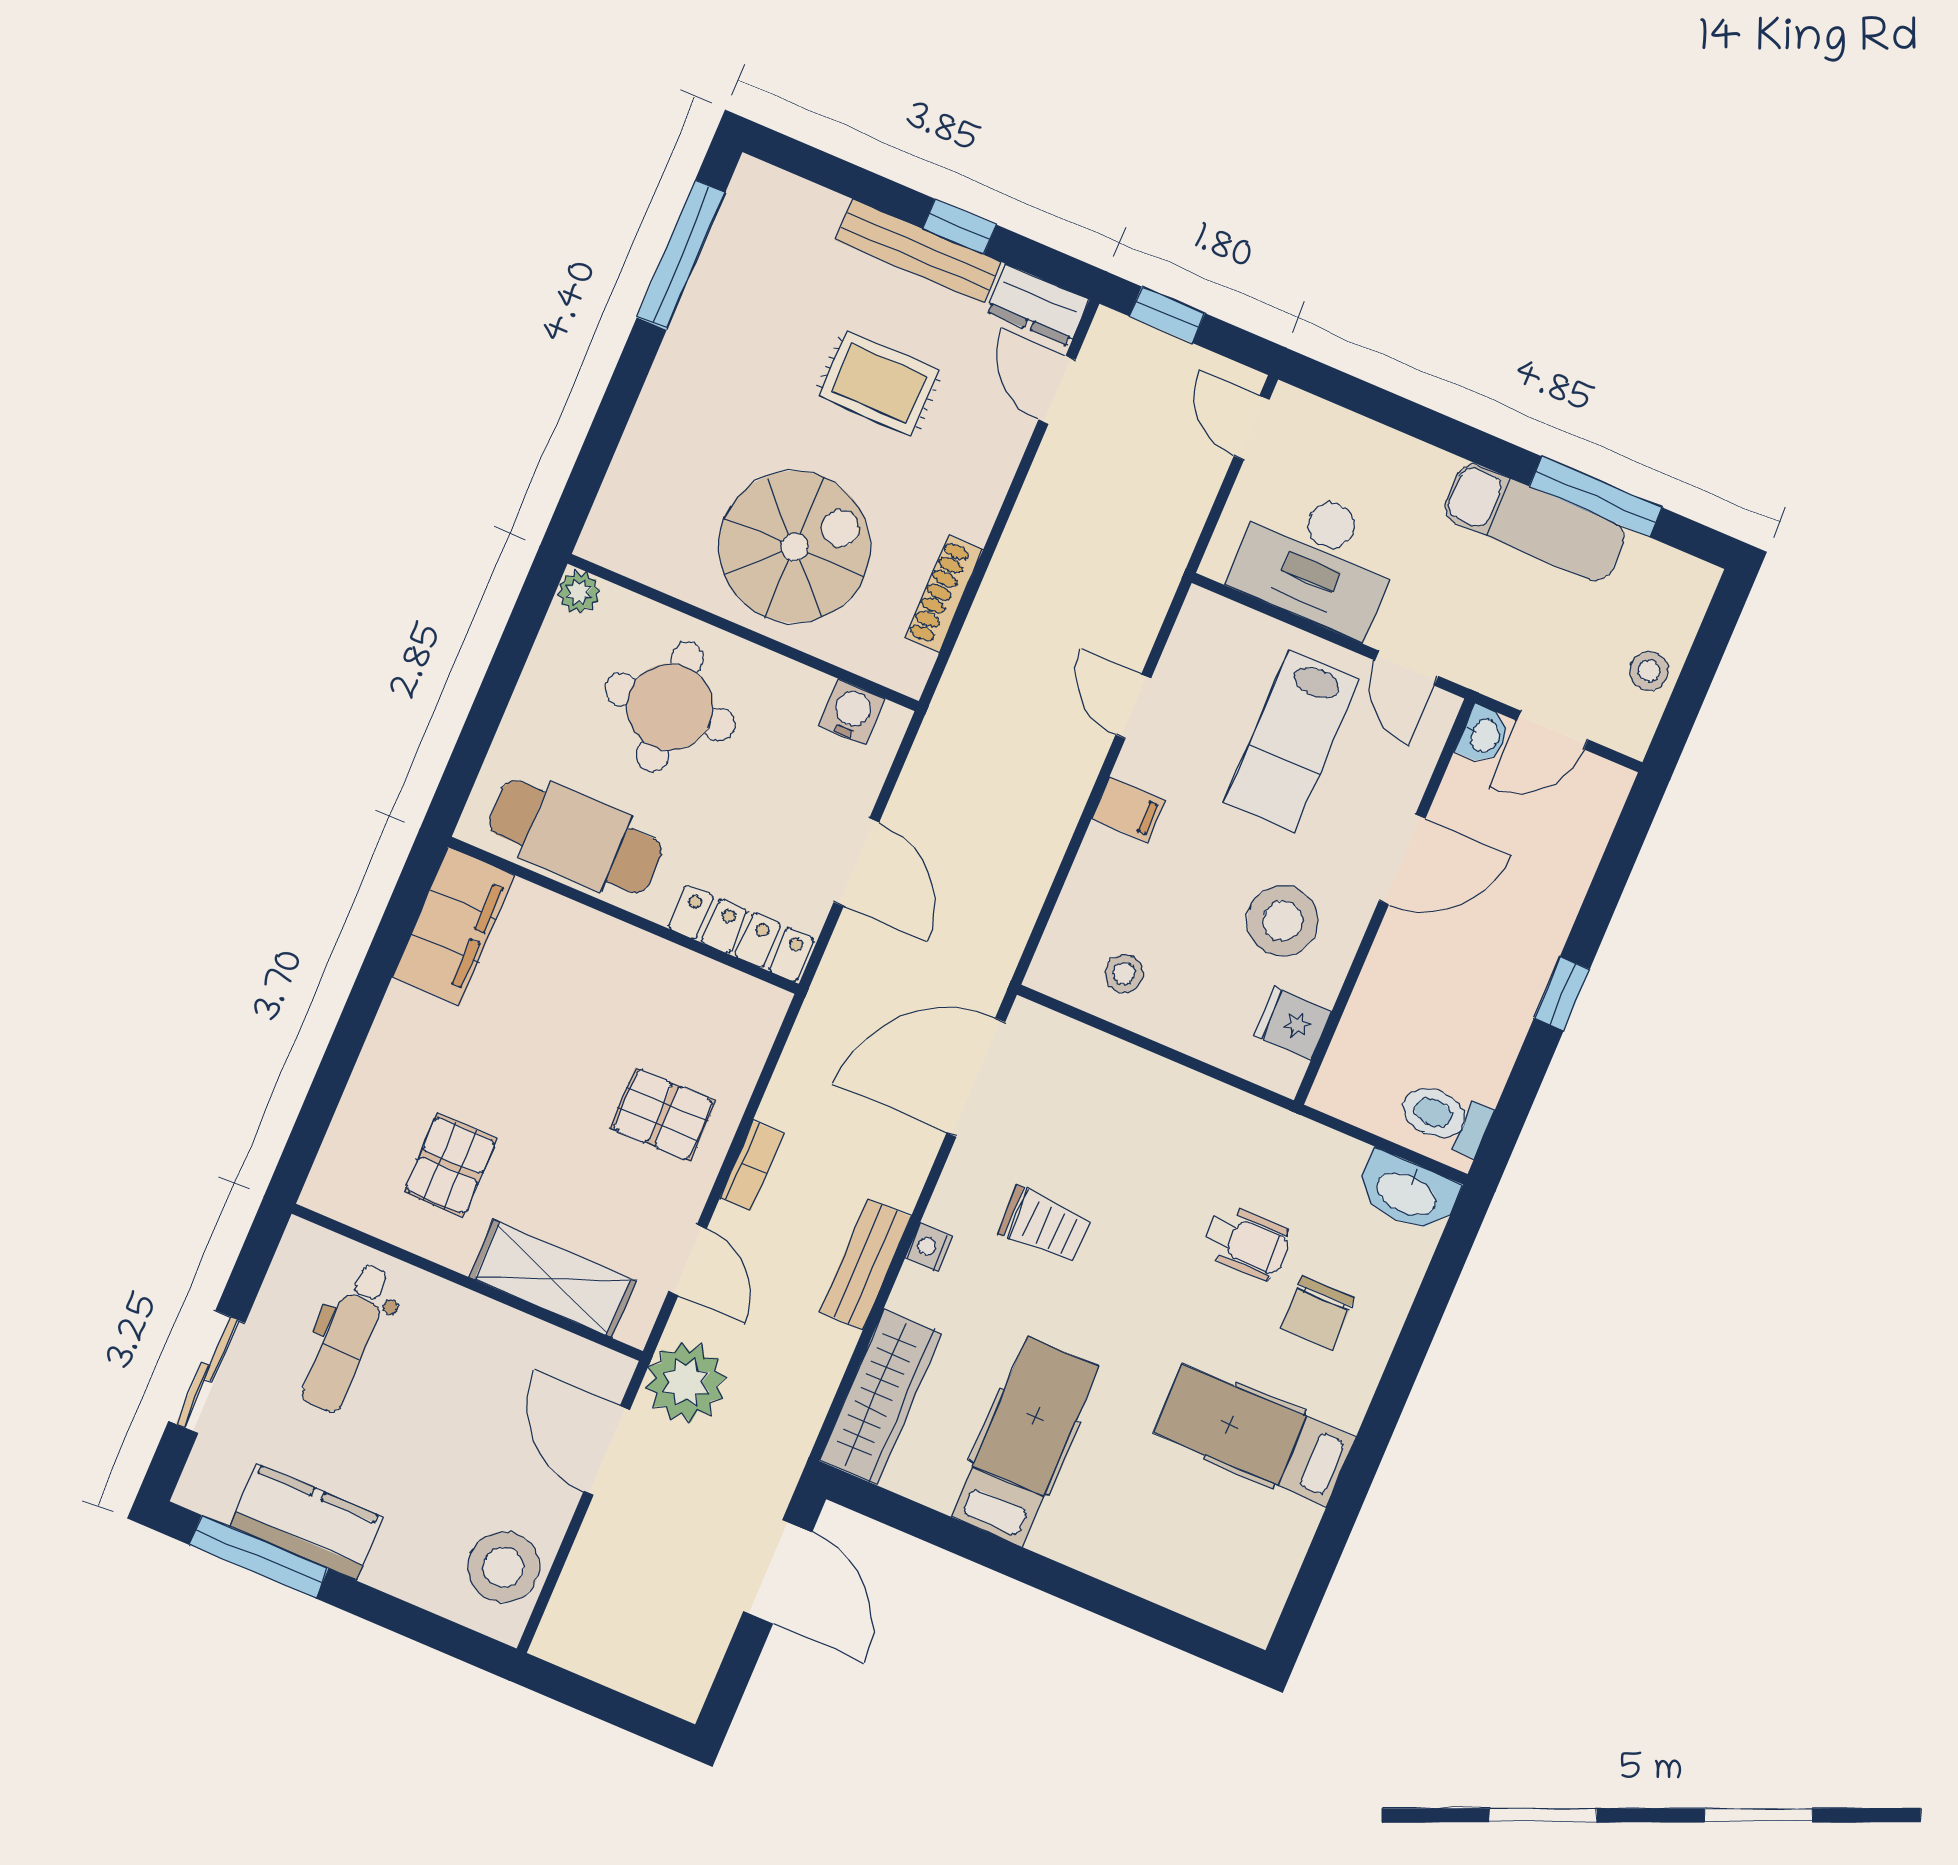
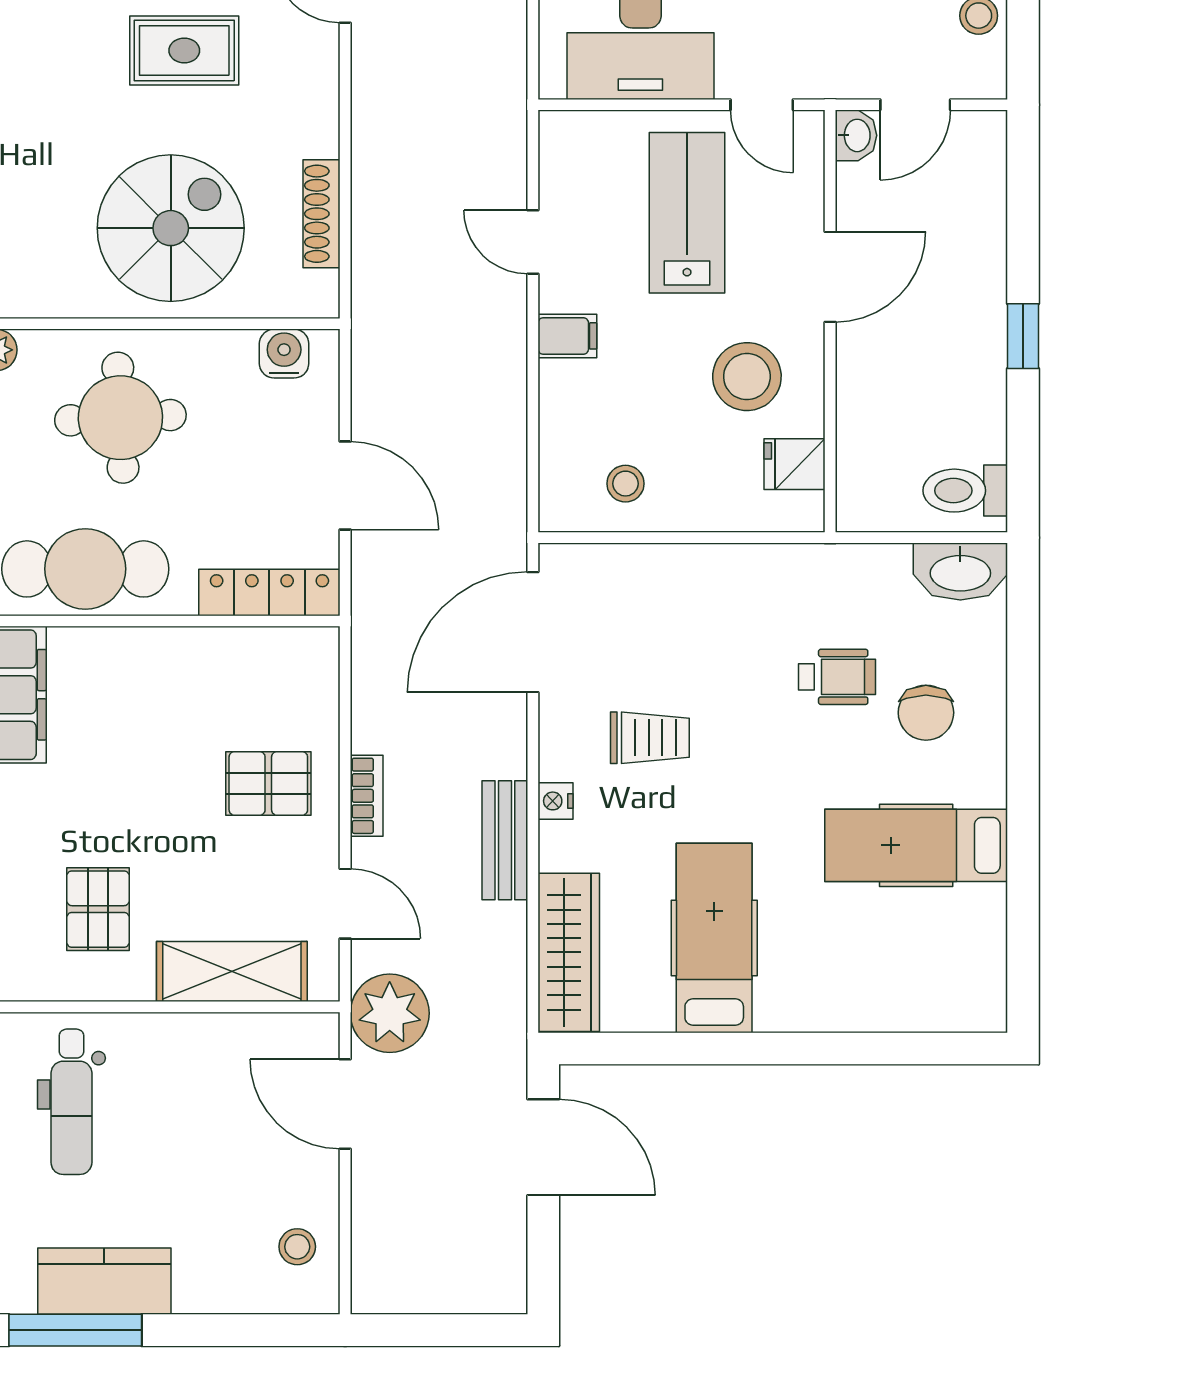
lab bench: (1292, 741) -> (687, 213), turned 180
stool: (503, 1567) -> (297, 1247), width x0.53, depth x0.53

